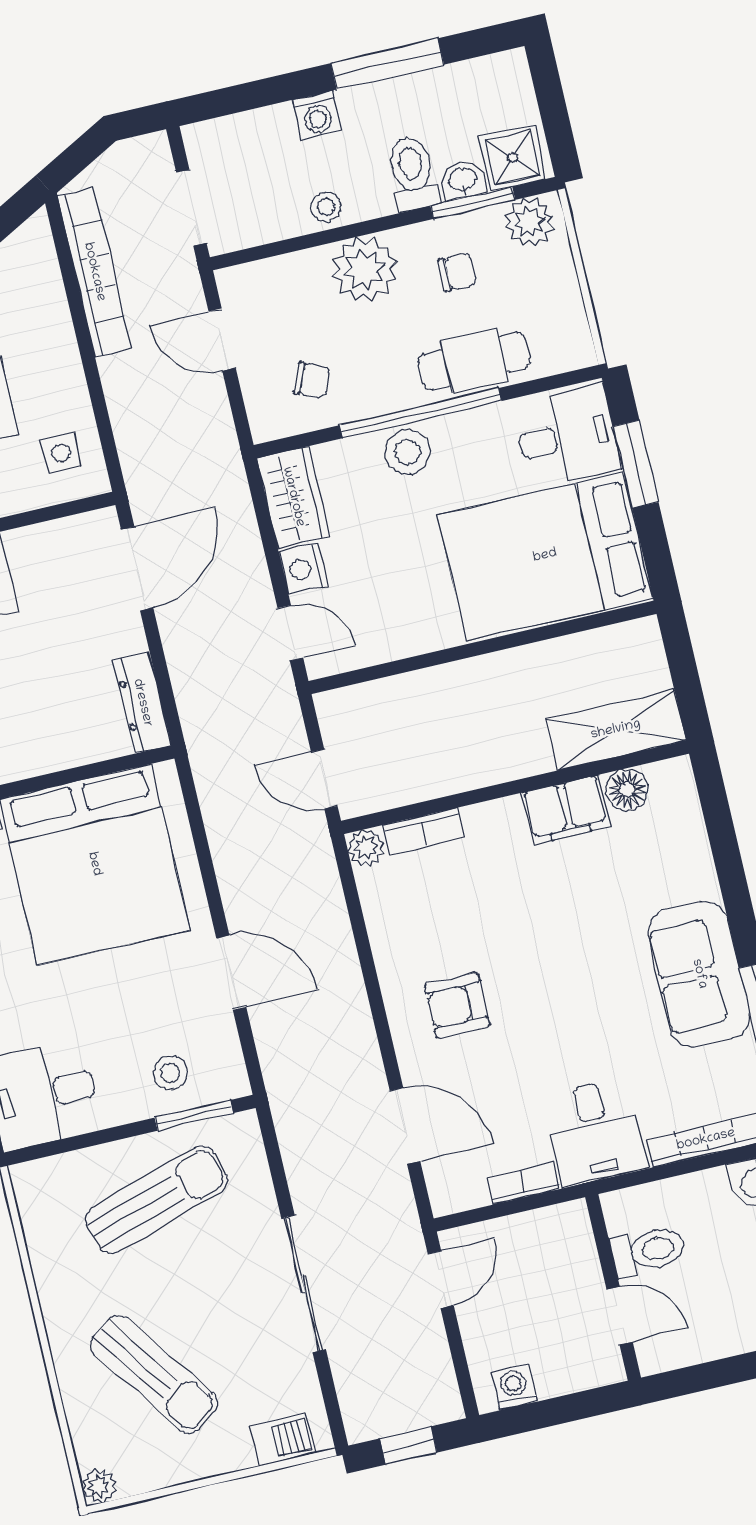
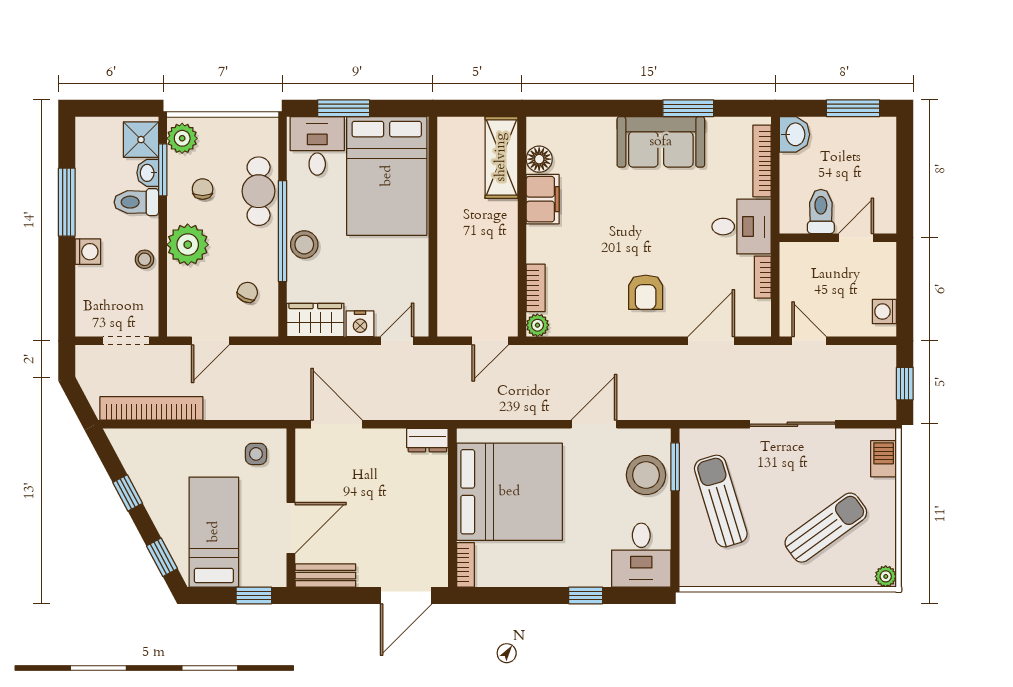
dresser: (142, 703) -> (427, 440), width x0.70
stool: (170, 1073) -> (646, 475), width x1.89, depth x1.89

